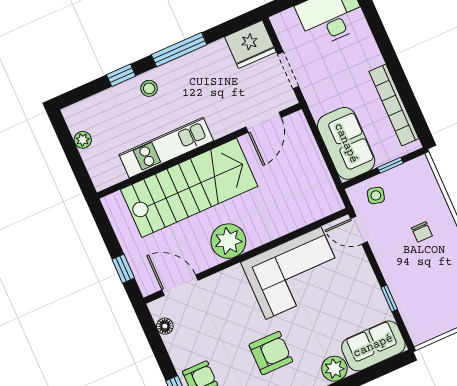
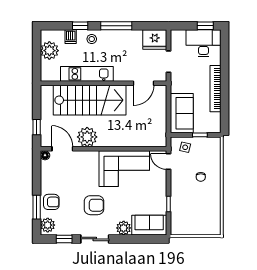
dishwasher: (114, 99) -> (71, 37), added
bookcase: (394, 105) -> (215, 89), moved
plant: (83, 140) -> (49, 51), width x1.88, depth x1.88
plant: (228, 241) -> (87, 137), moved
floor lamp: (165, 326) -> (45, 155), moved

